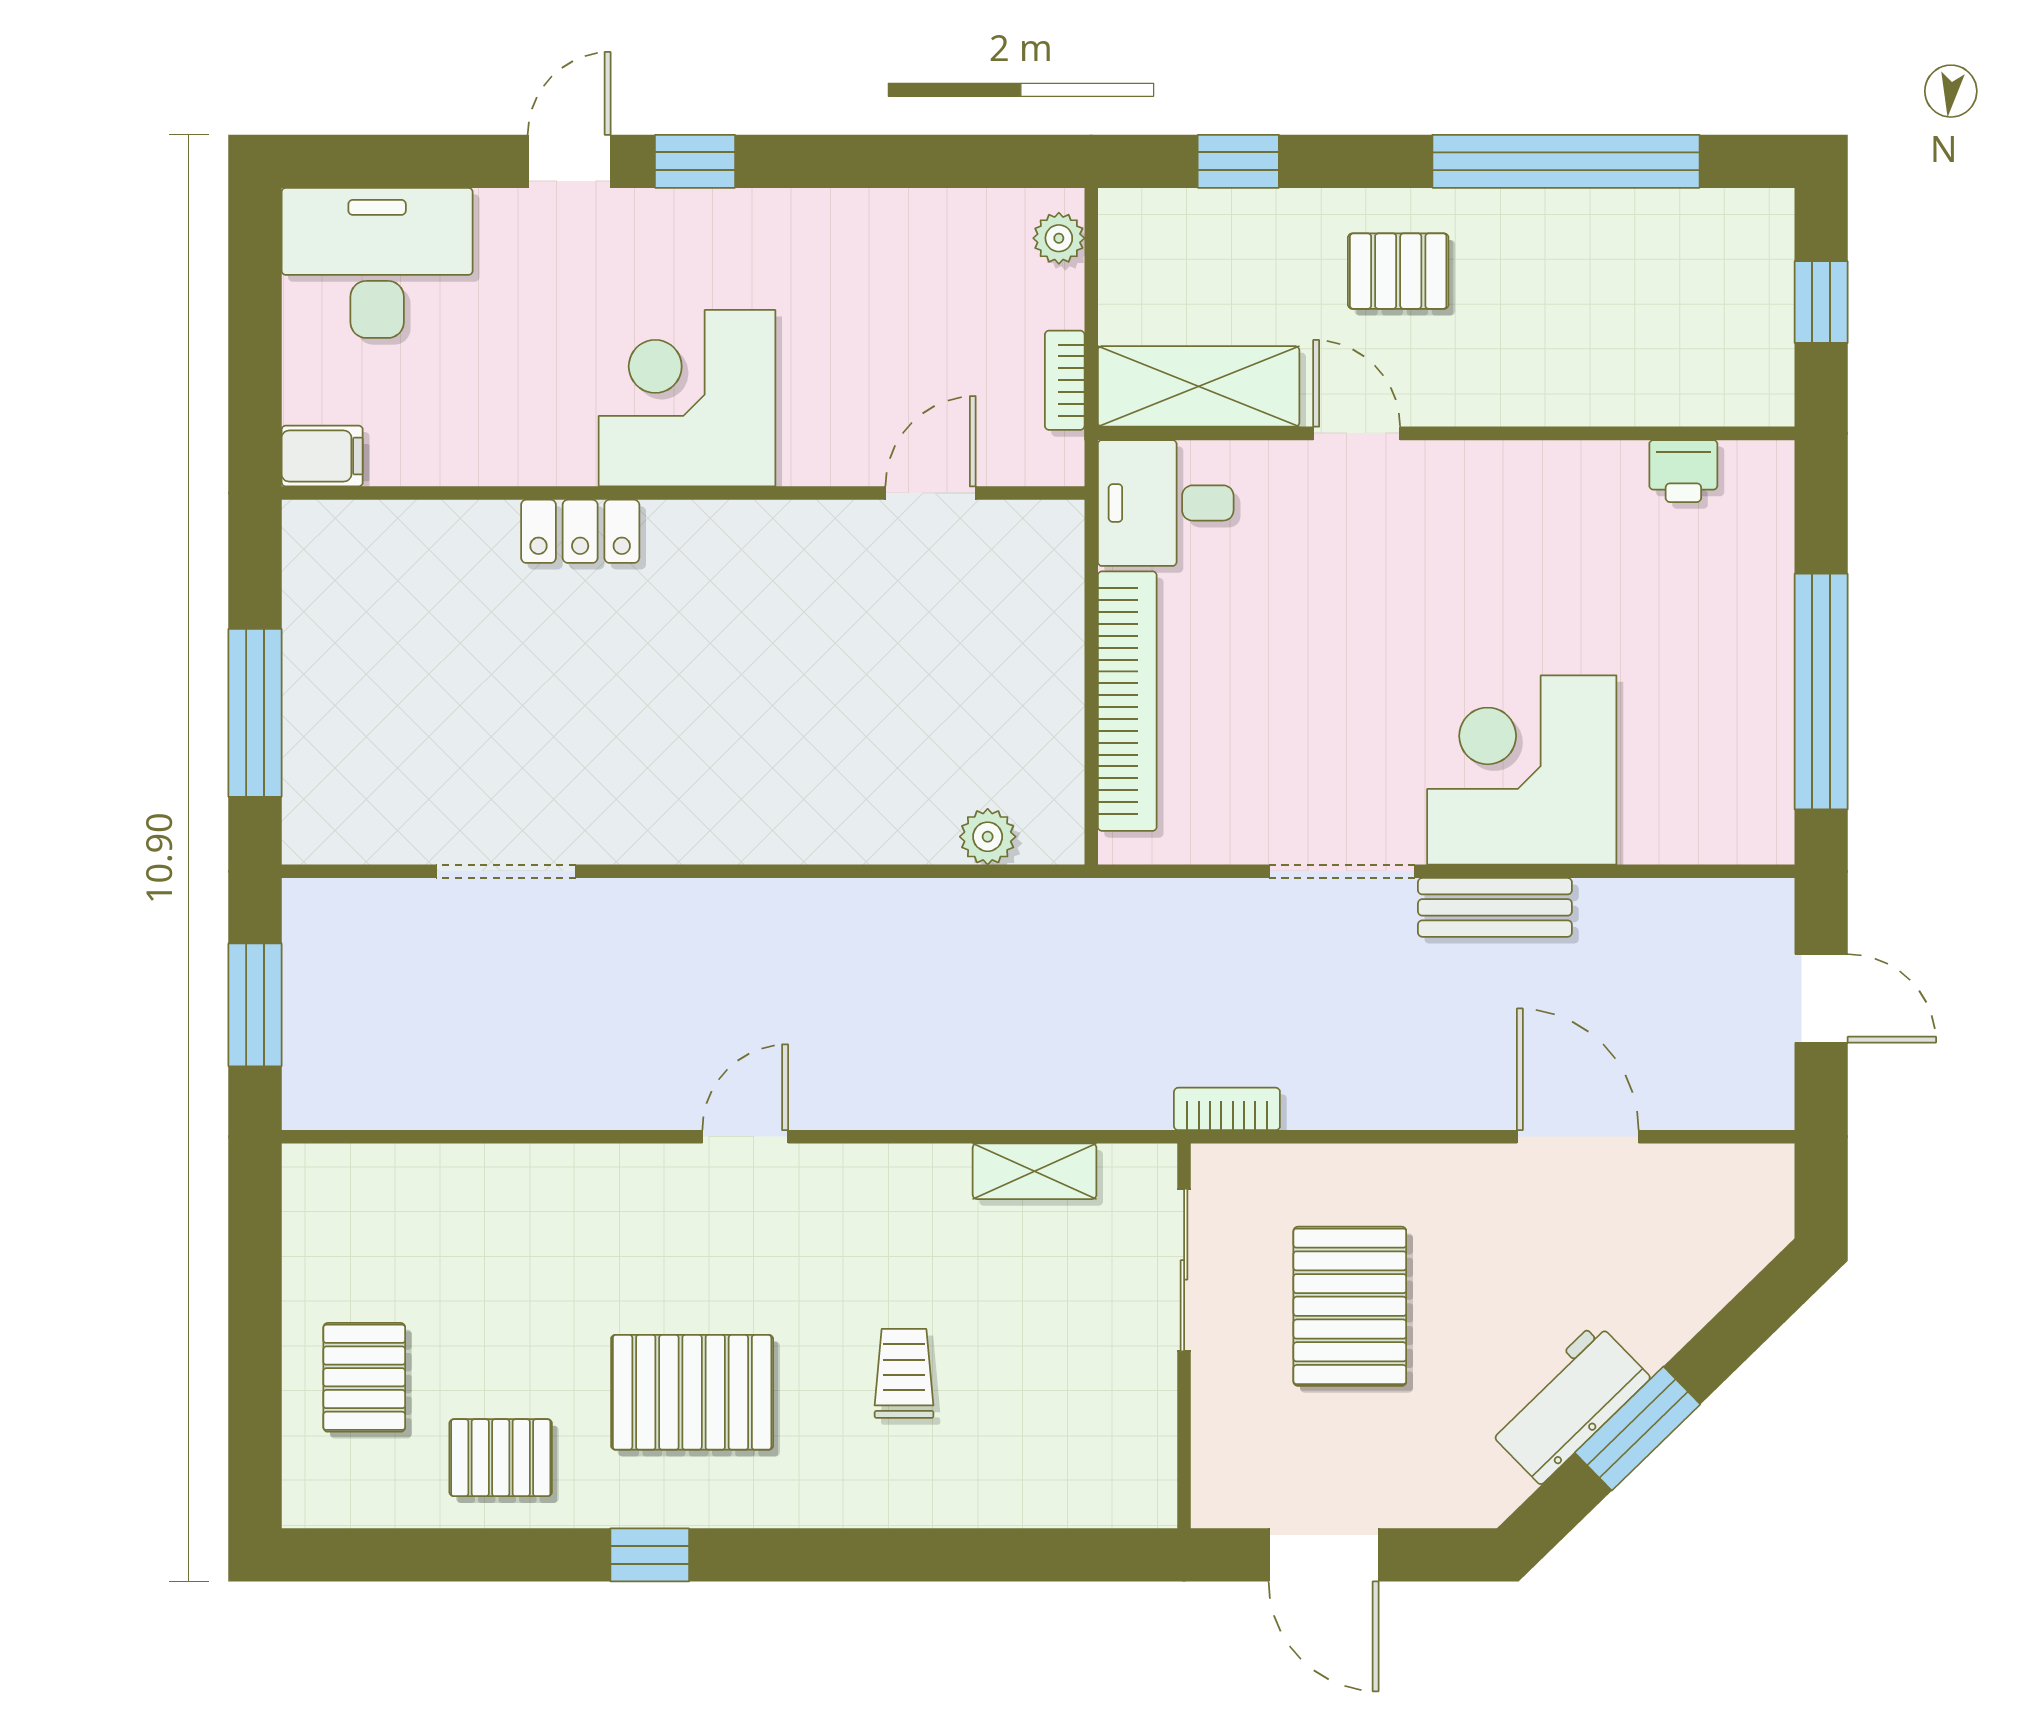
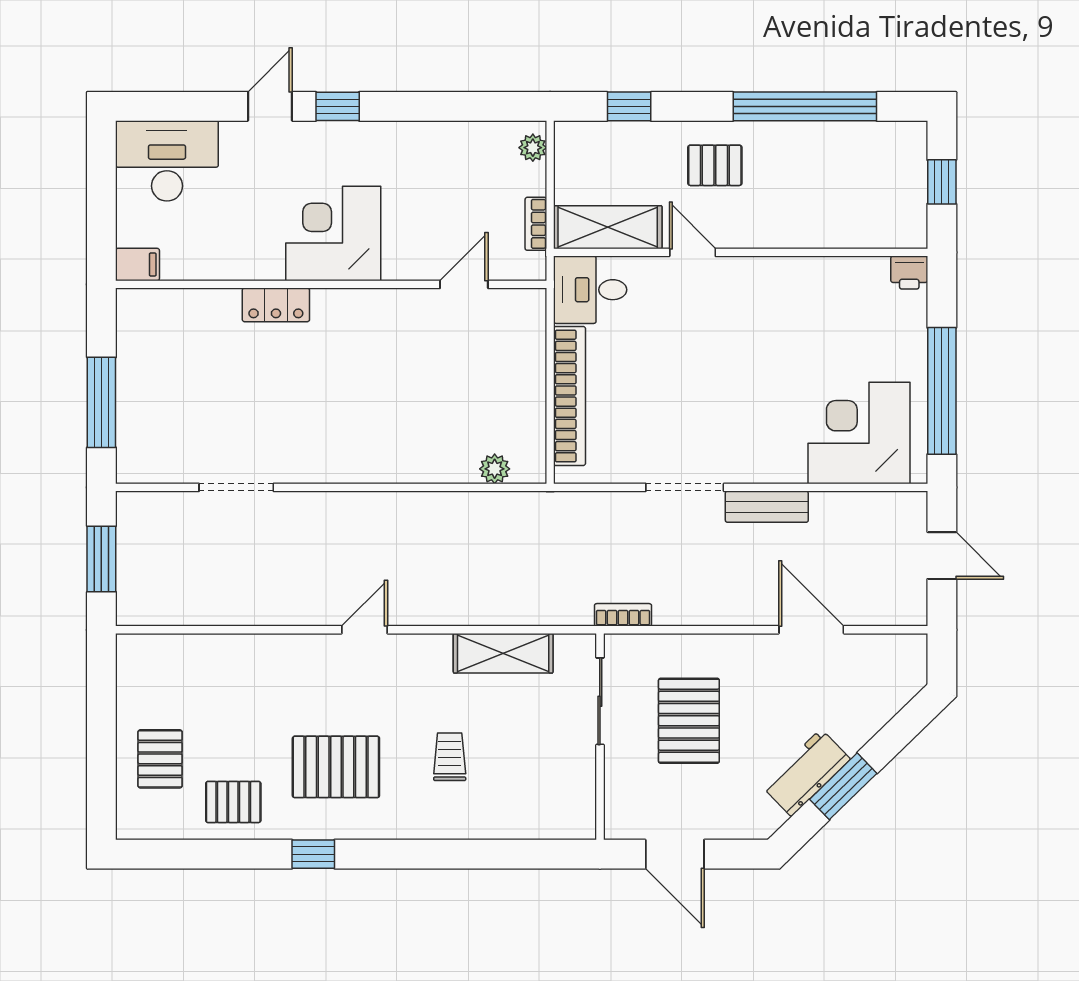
printer: (1683, 471) -> (909, 273), moved
corner desk: (1522, 770) -> (859, 433), moved
shelving: (1035, 1171) -> (503, 653), width x1.50, depth x1.33

